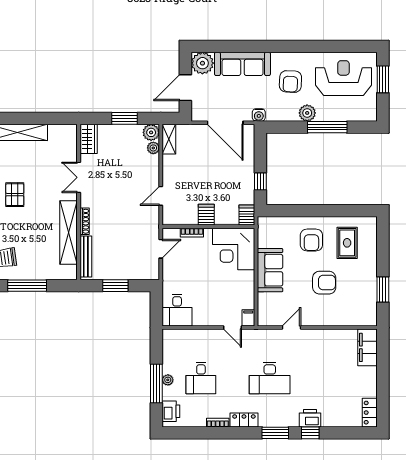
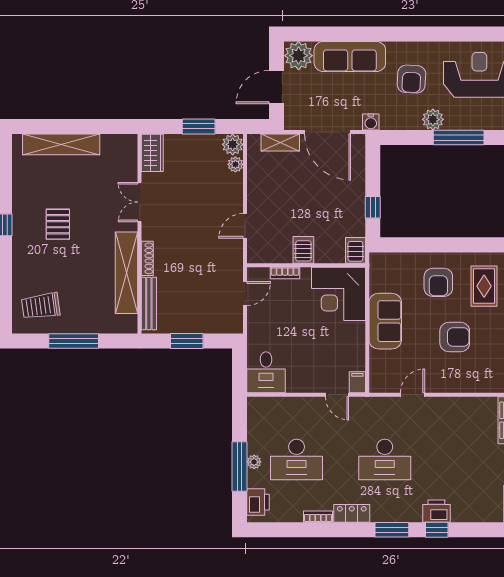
shelving: (169, 139) -> (280, 142), moved, turned 90
desk: (201, 378) -> (297, 459), width x1.37

